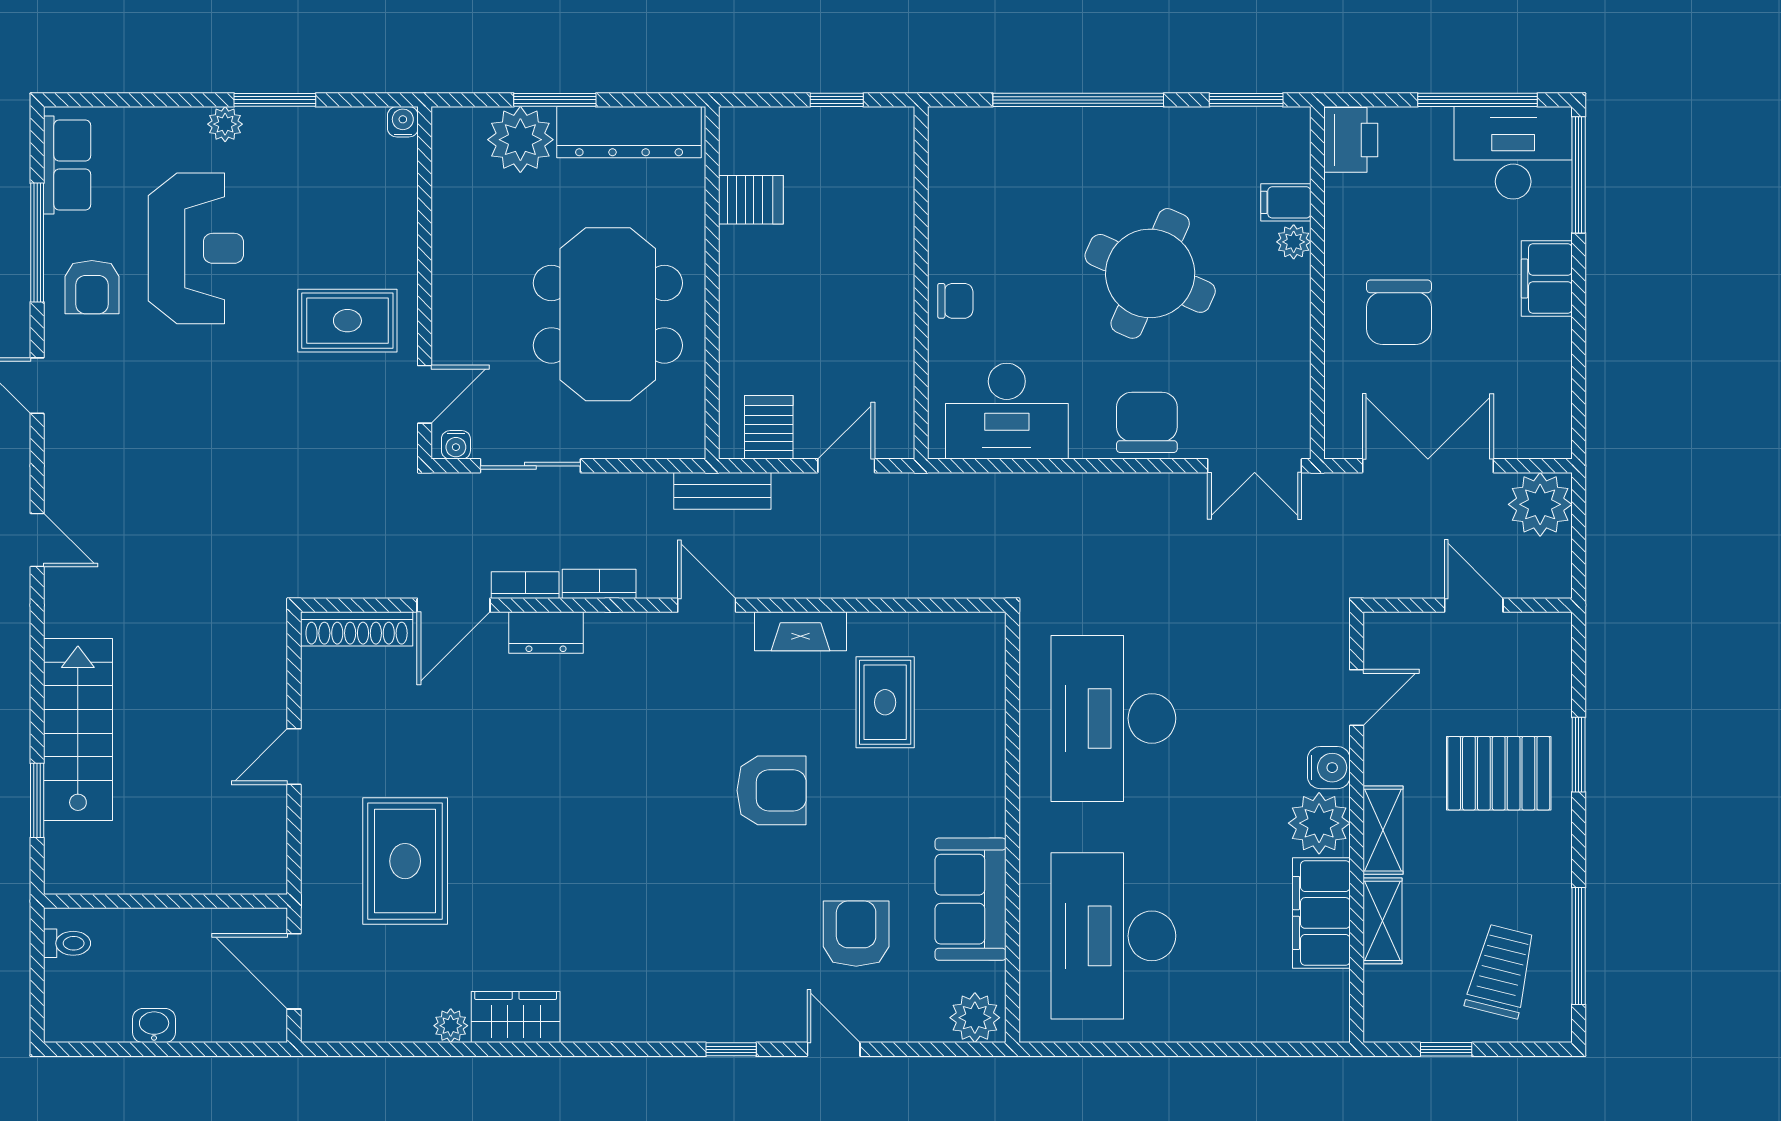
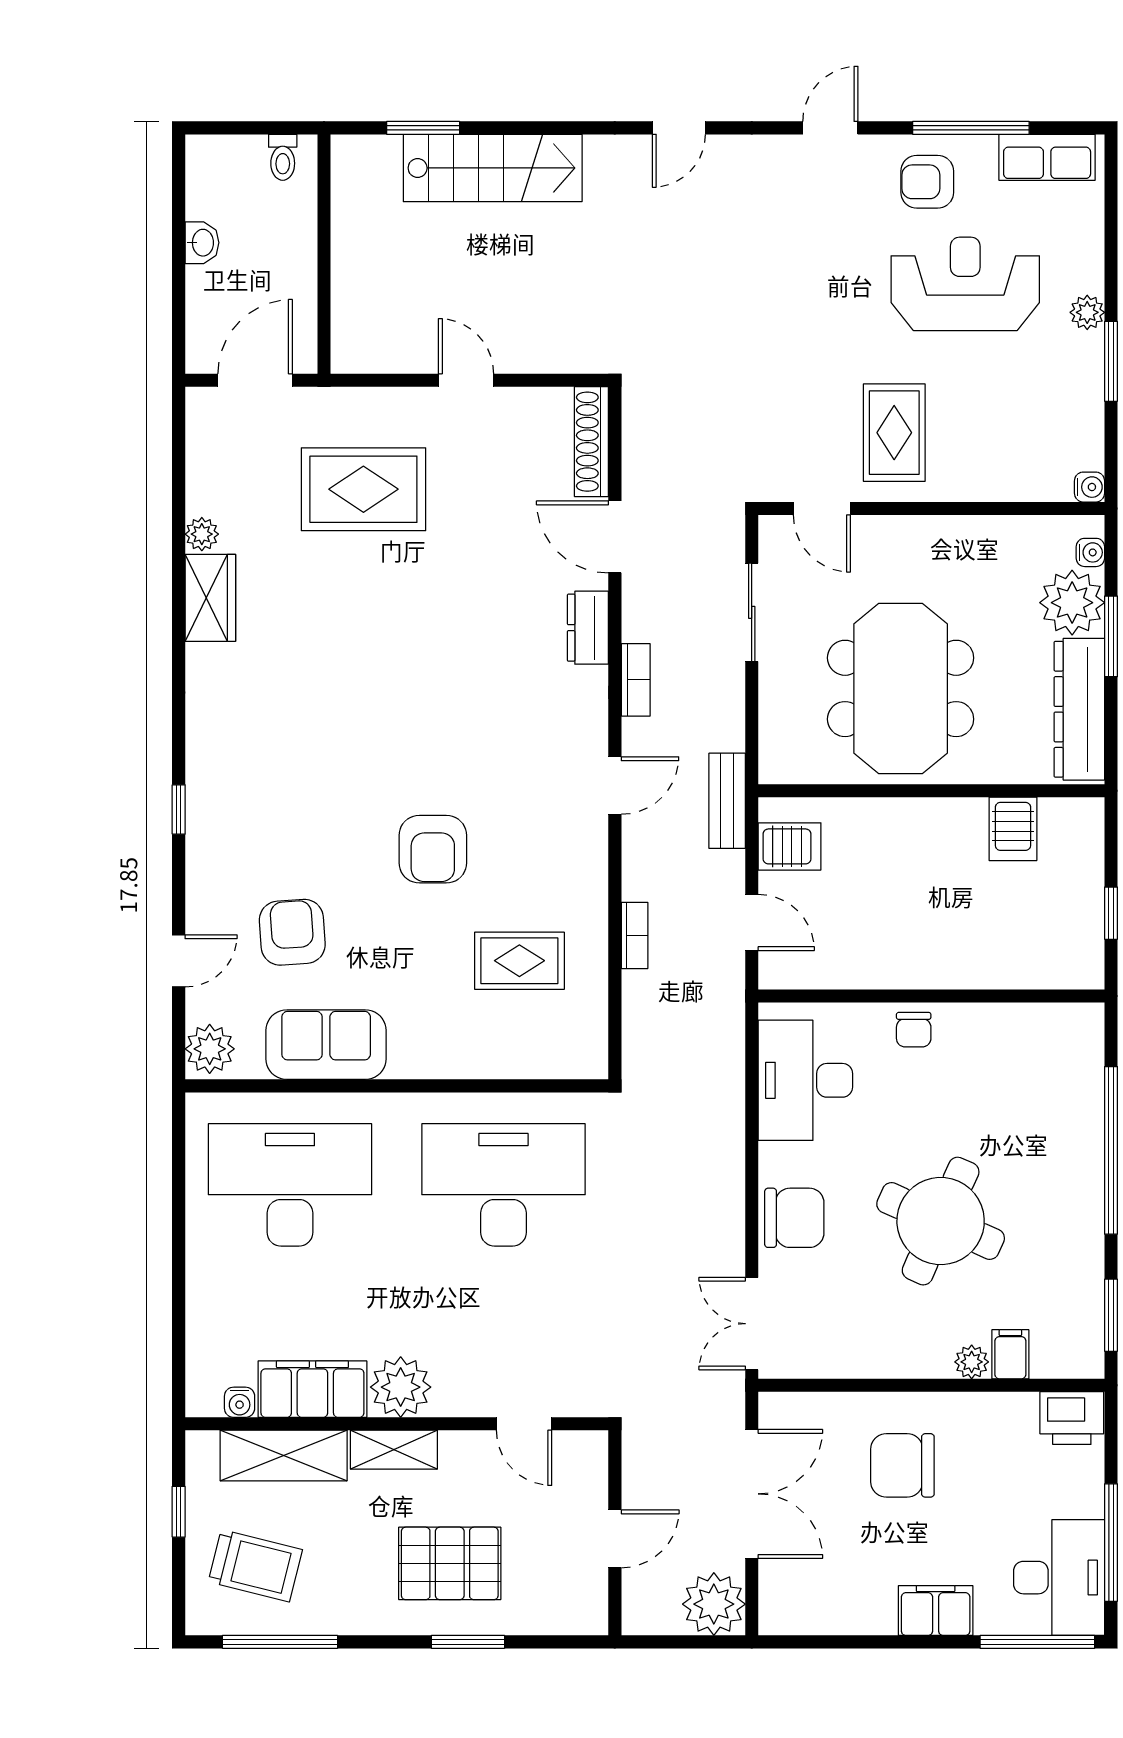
reception desk: (196, 248) -> (965, 284), turned 180
meeting table: (608, 314) -> (901, 688), turned 90
water cooler: (456, 445) -> (1090, 552), moved, turned 180
bookcase: (525, 585) -> (635, 935), moved
fireplace: (801, 631) -> (589, 878), removed
water cooler: (1329, 768) -> (240, 1402), moved, width x0.72, depth x0.72
pallet: (1499, 773) -> (450, 1563), turned 90
shelving: (1382, 921) -> (284, 1456), width x1.50, depth x1.33
armchair: (856, 934) -> (292, 932), turned -94
door: (834, 1049) -> (179, 961), moved

